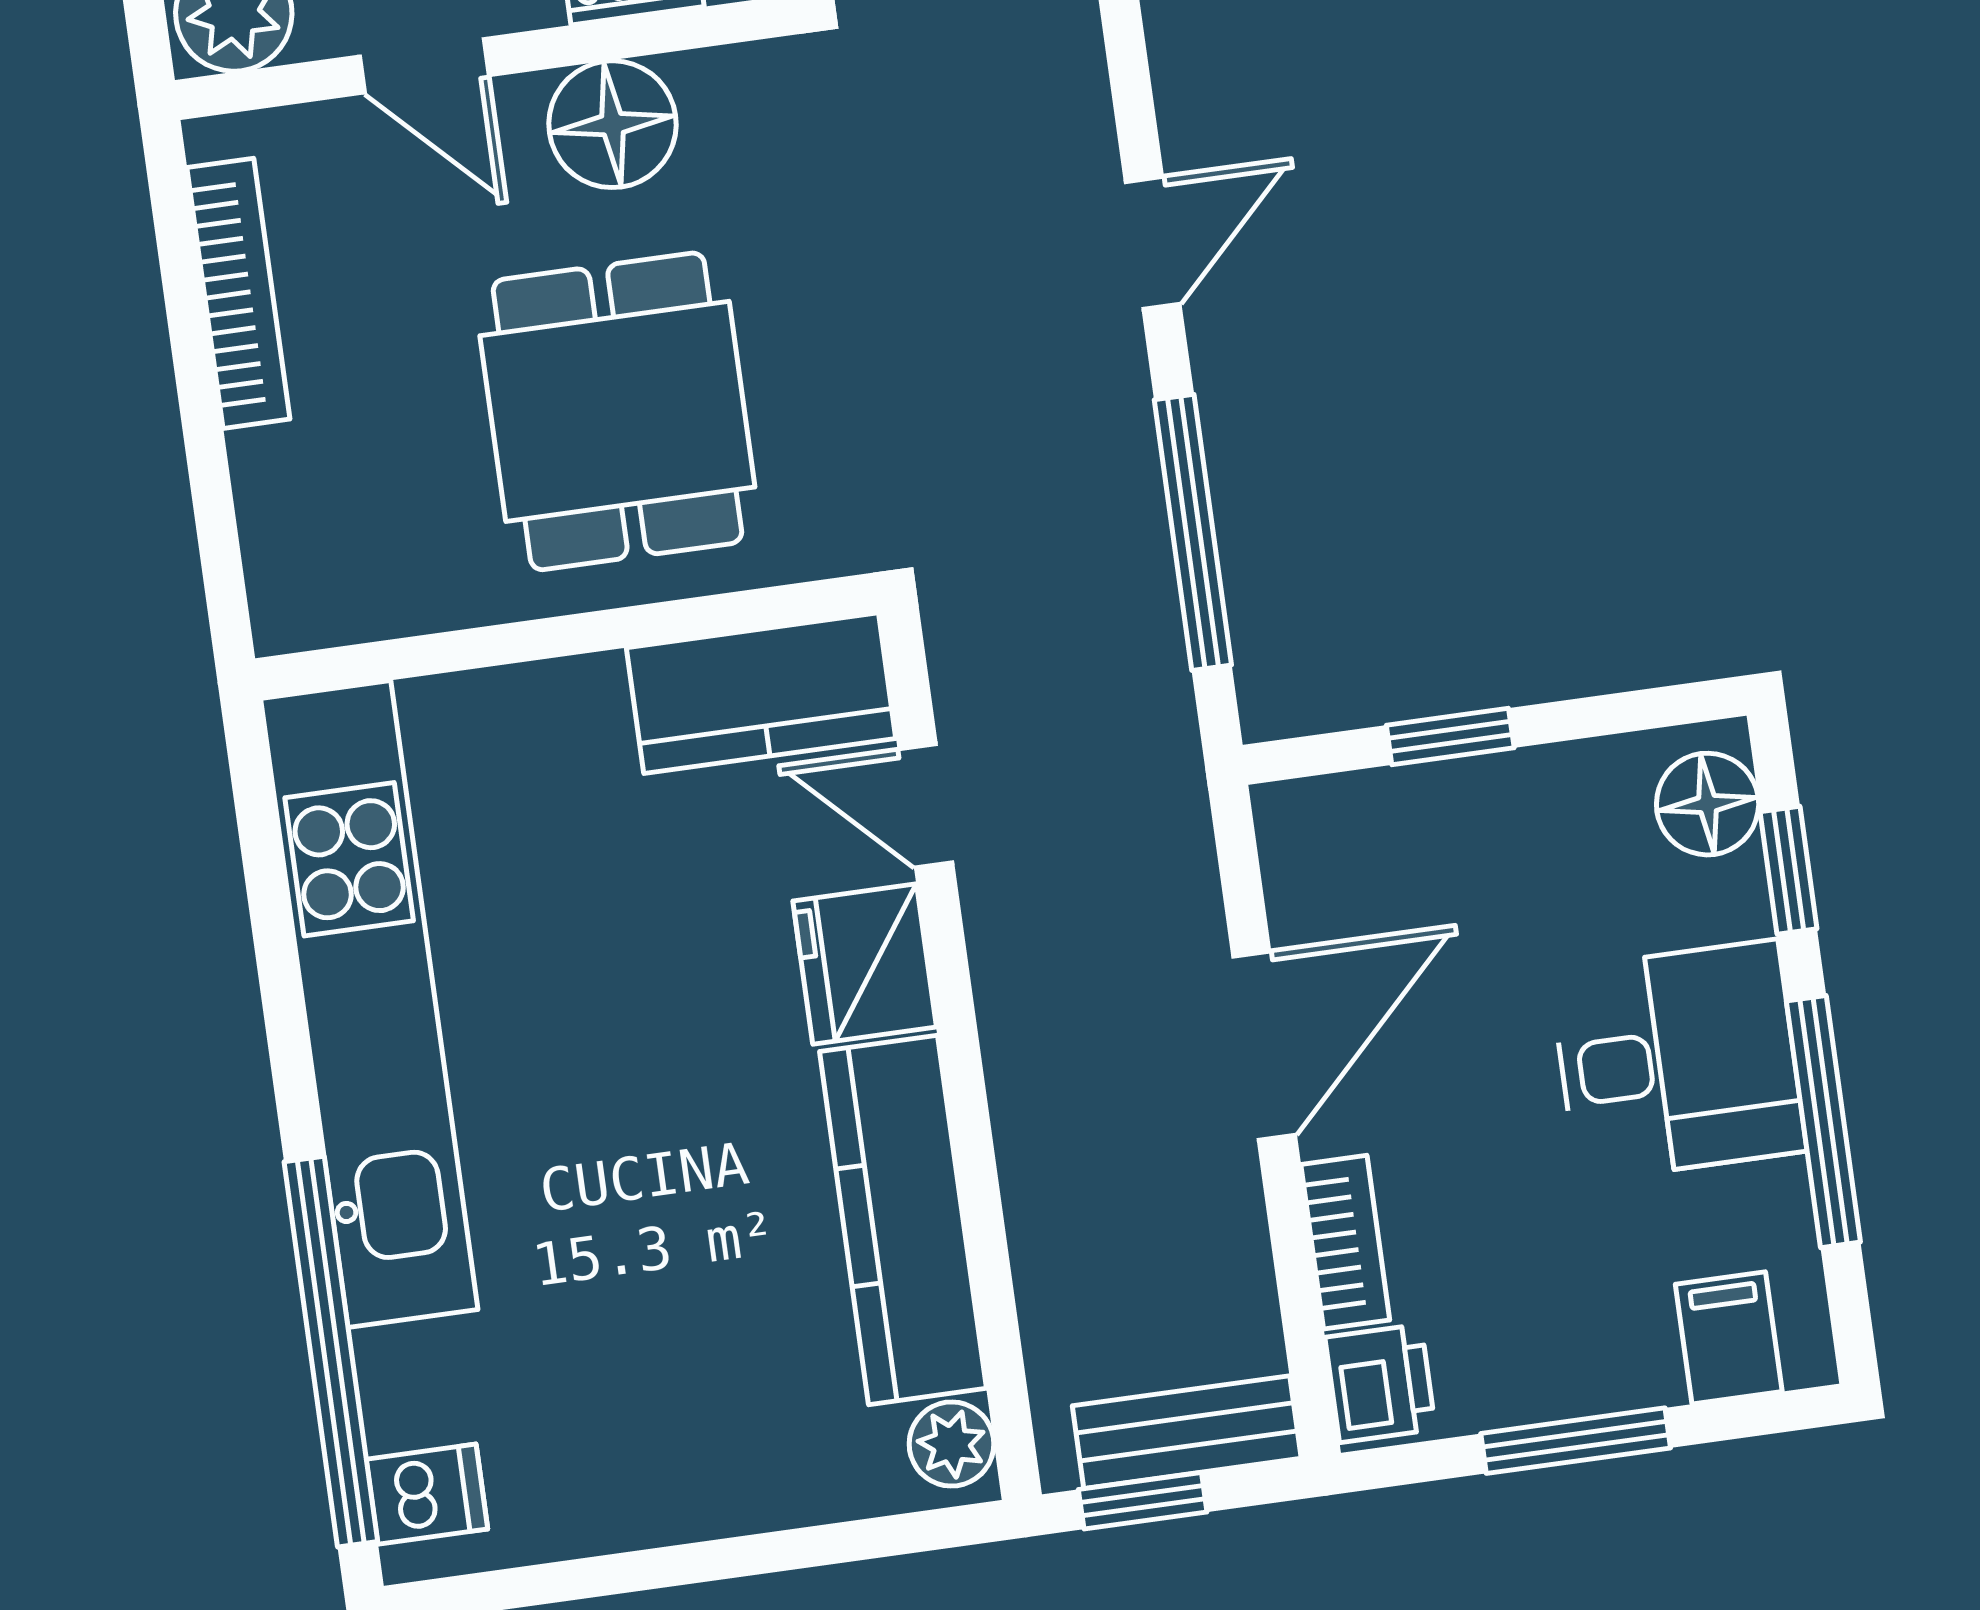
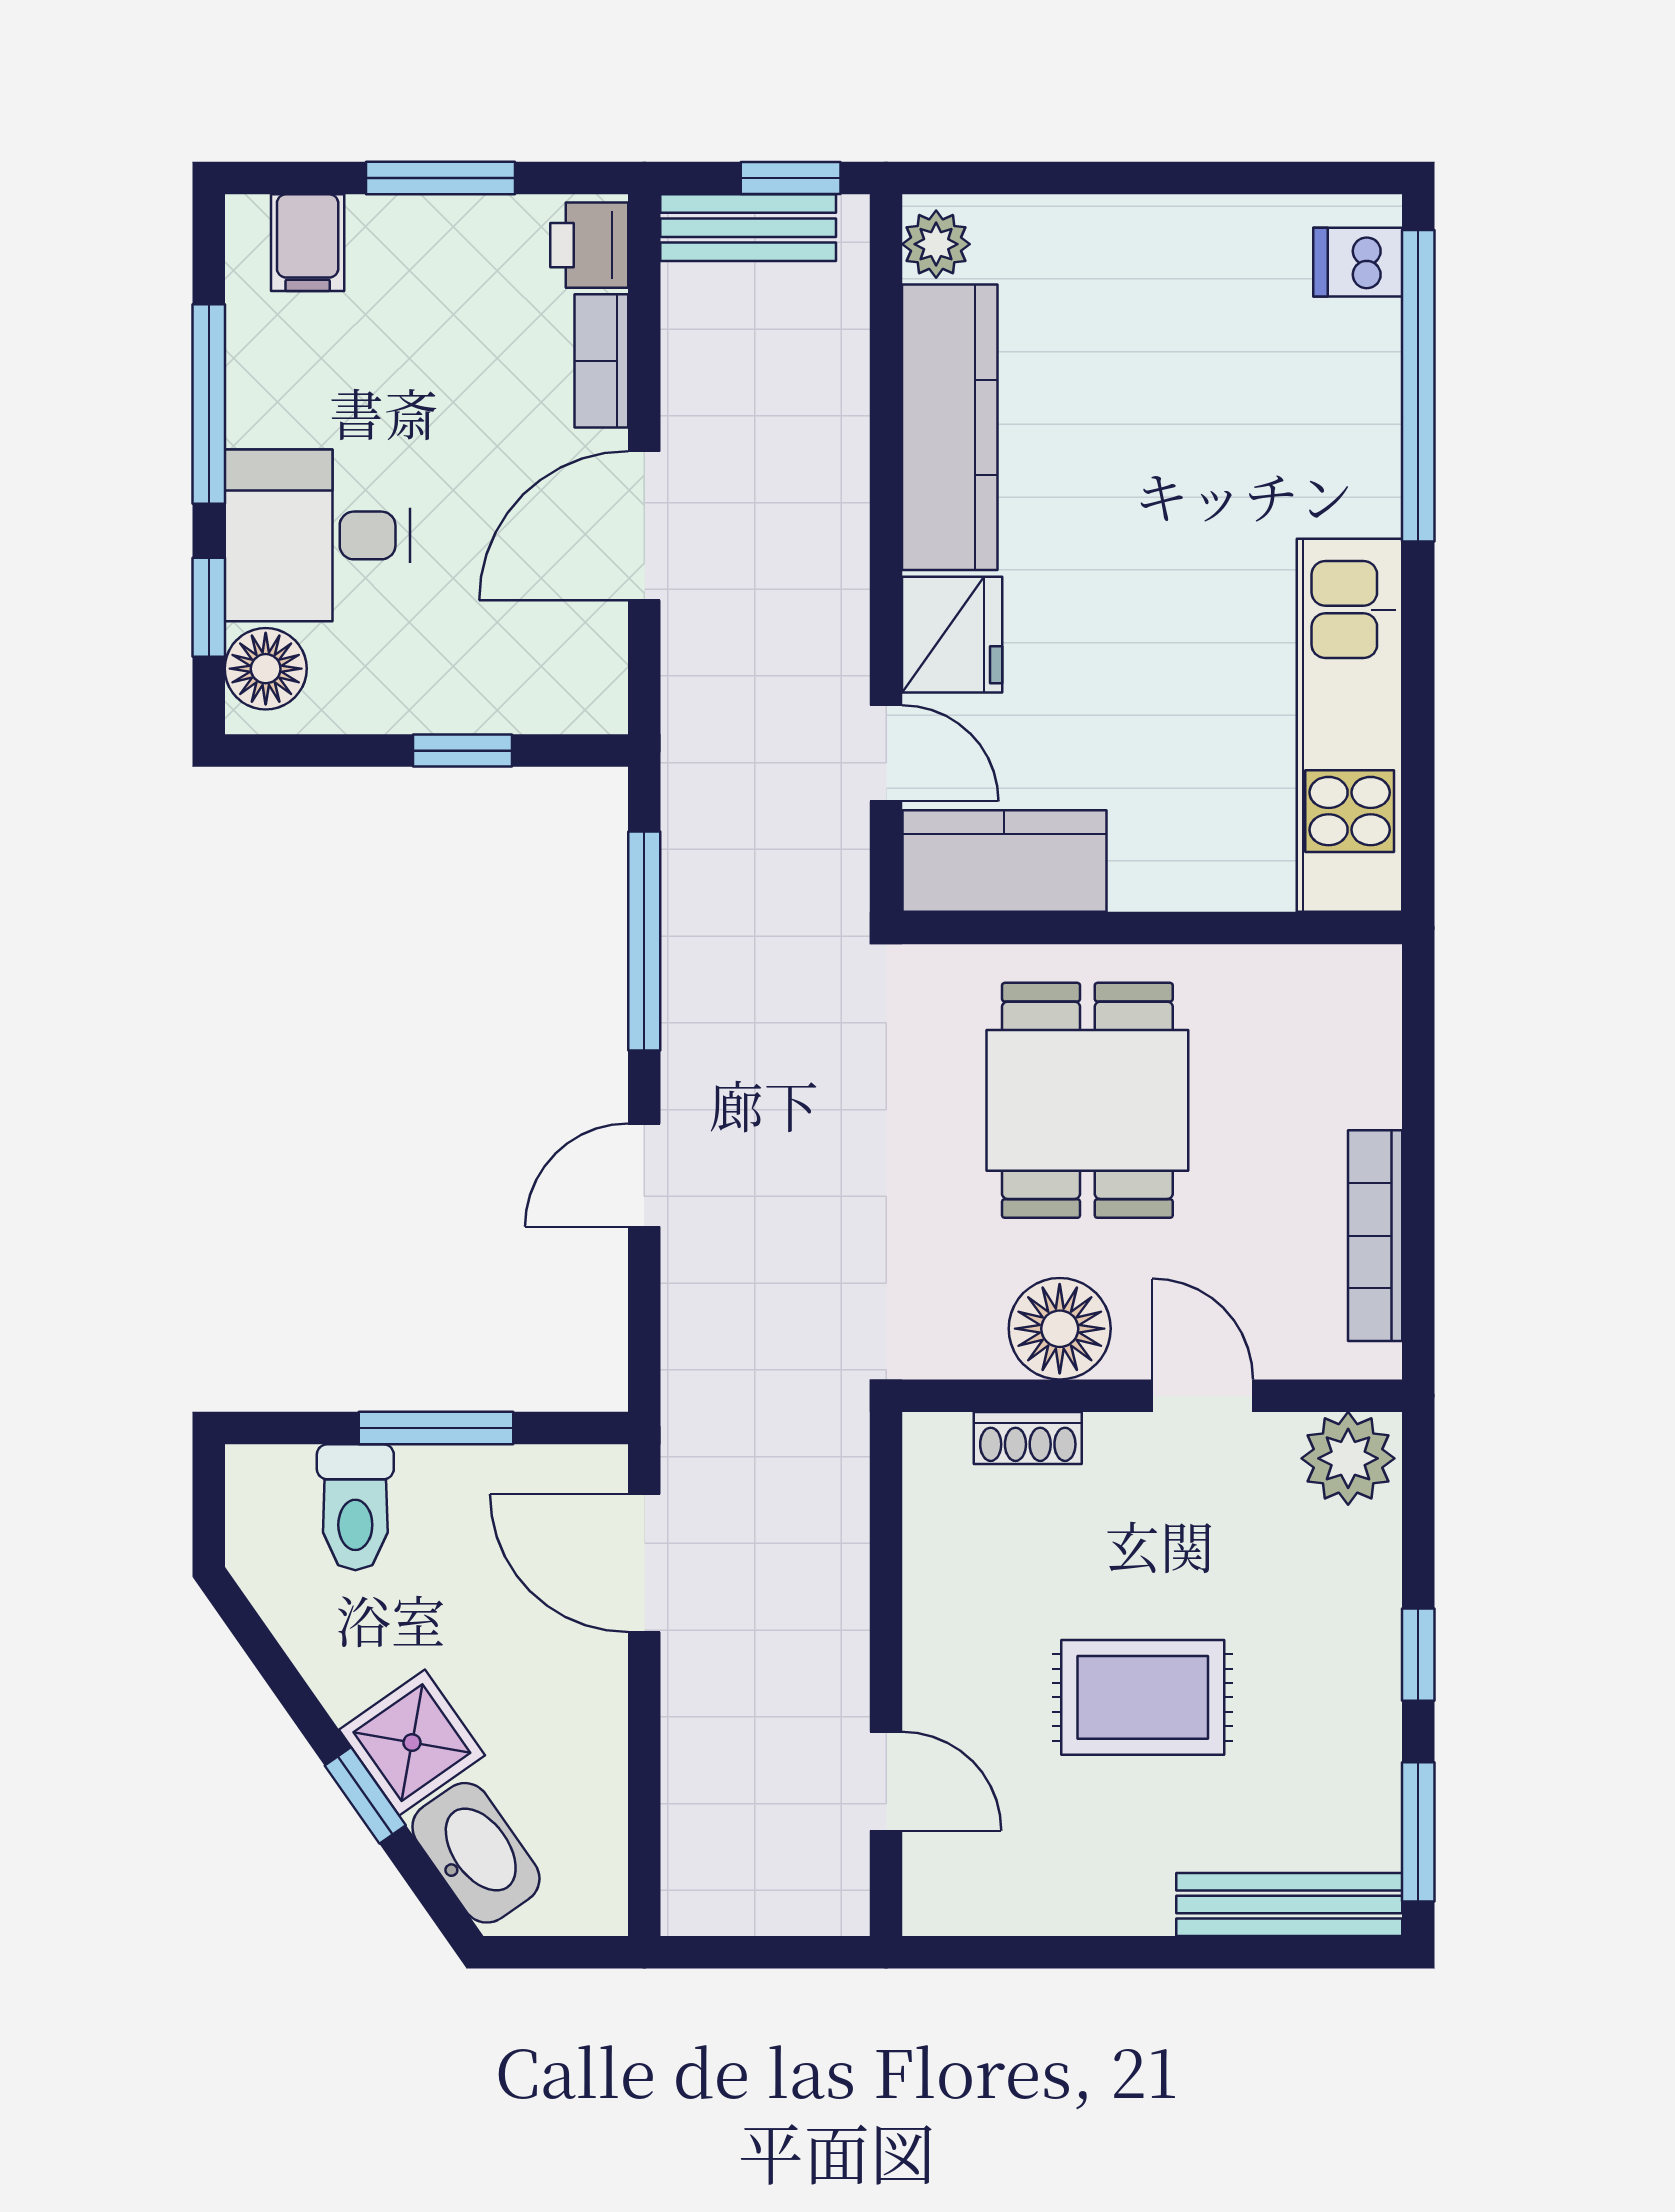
kitchen unit: (369, 1004) -> (1350, 725), width x0.73
desk: (1678, 1061) -> (318, 535), moved

